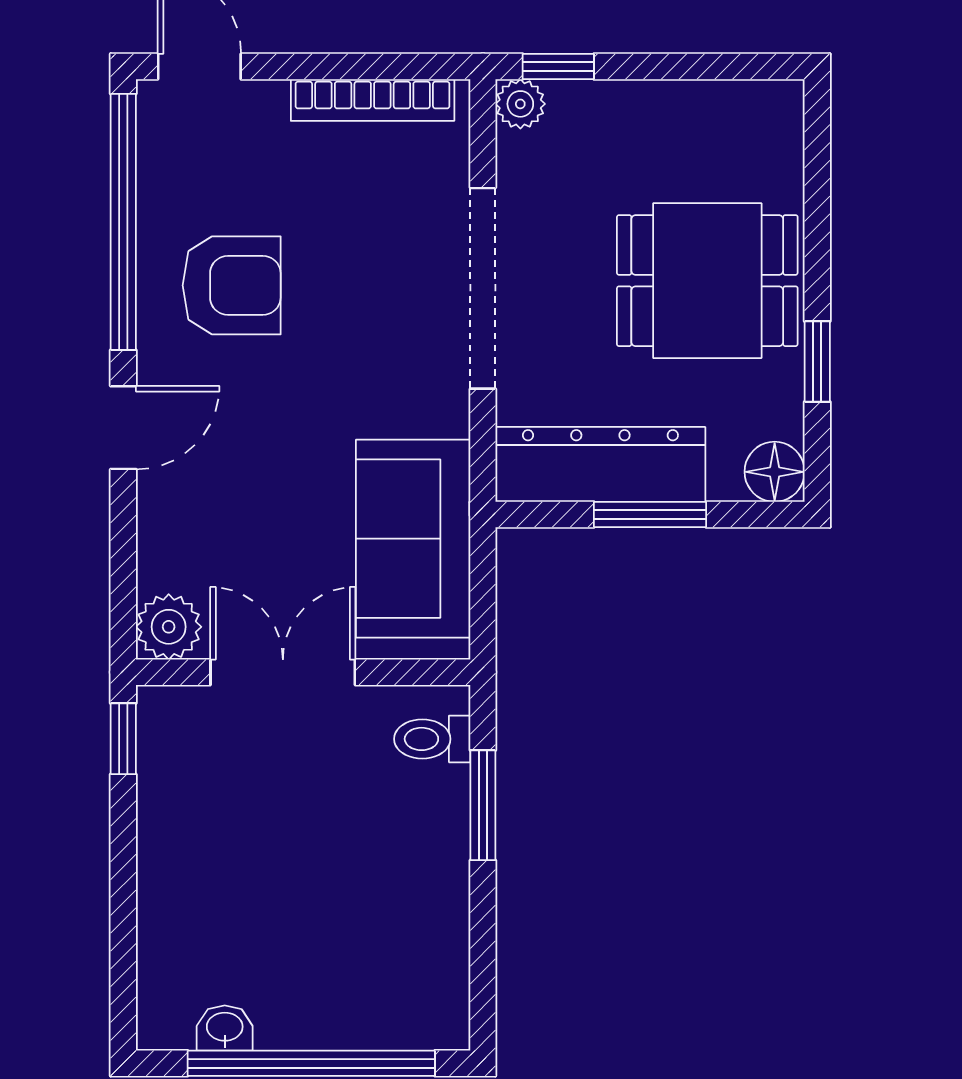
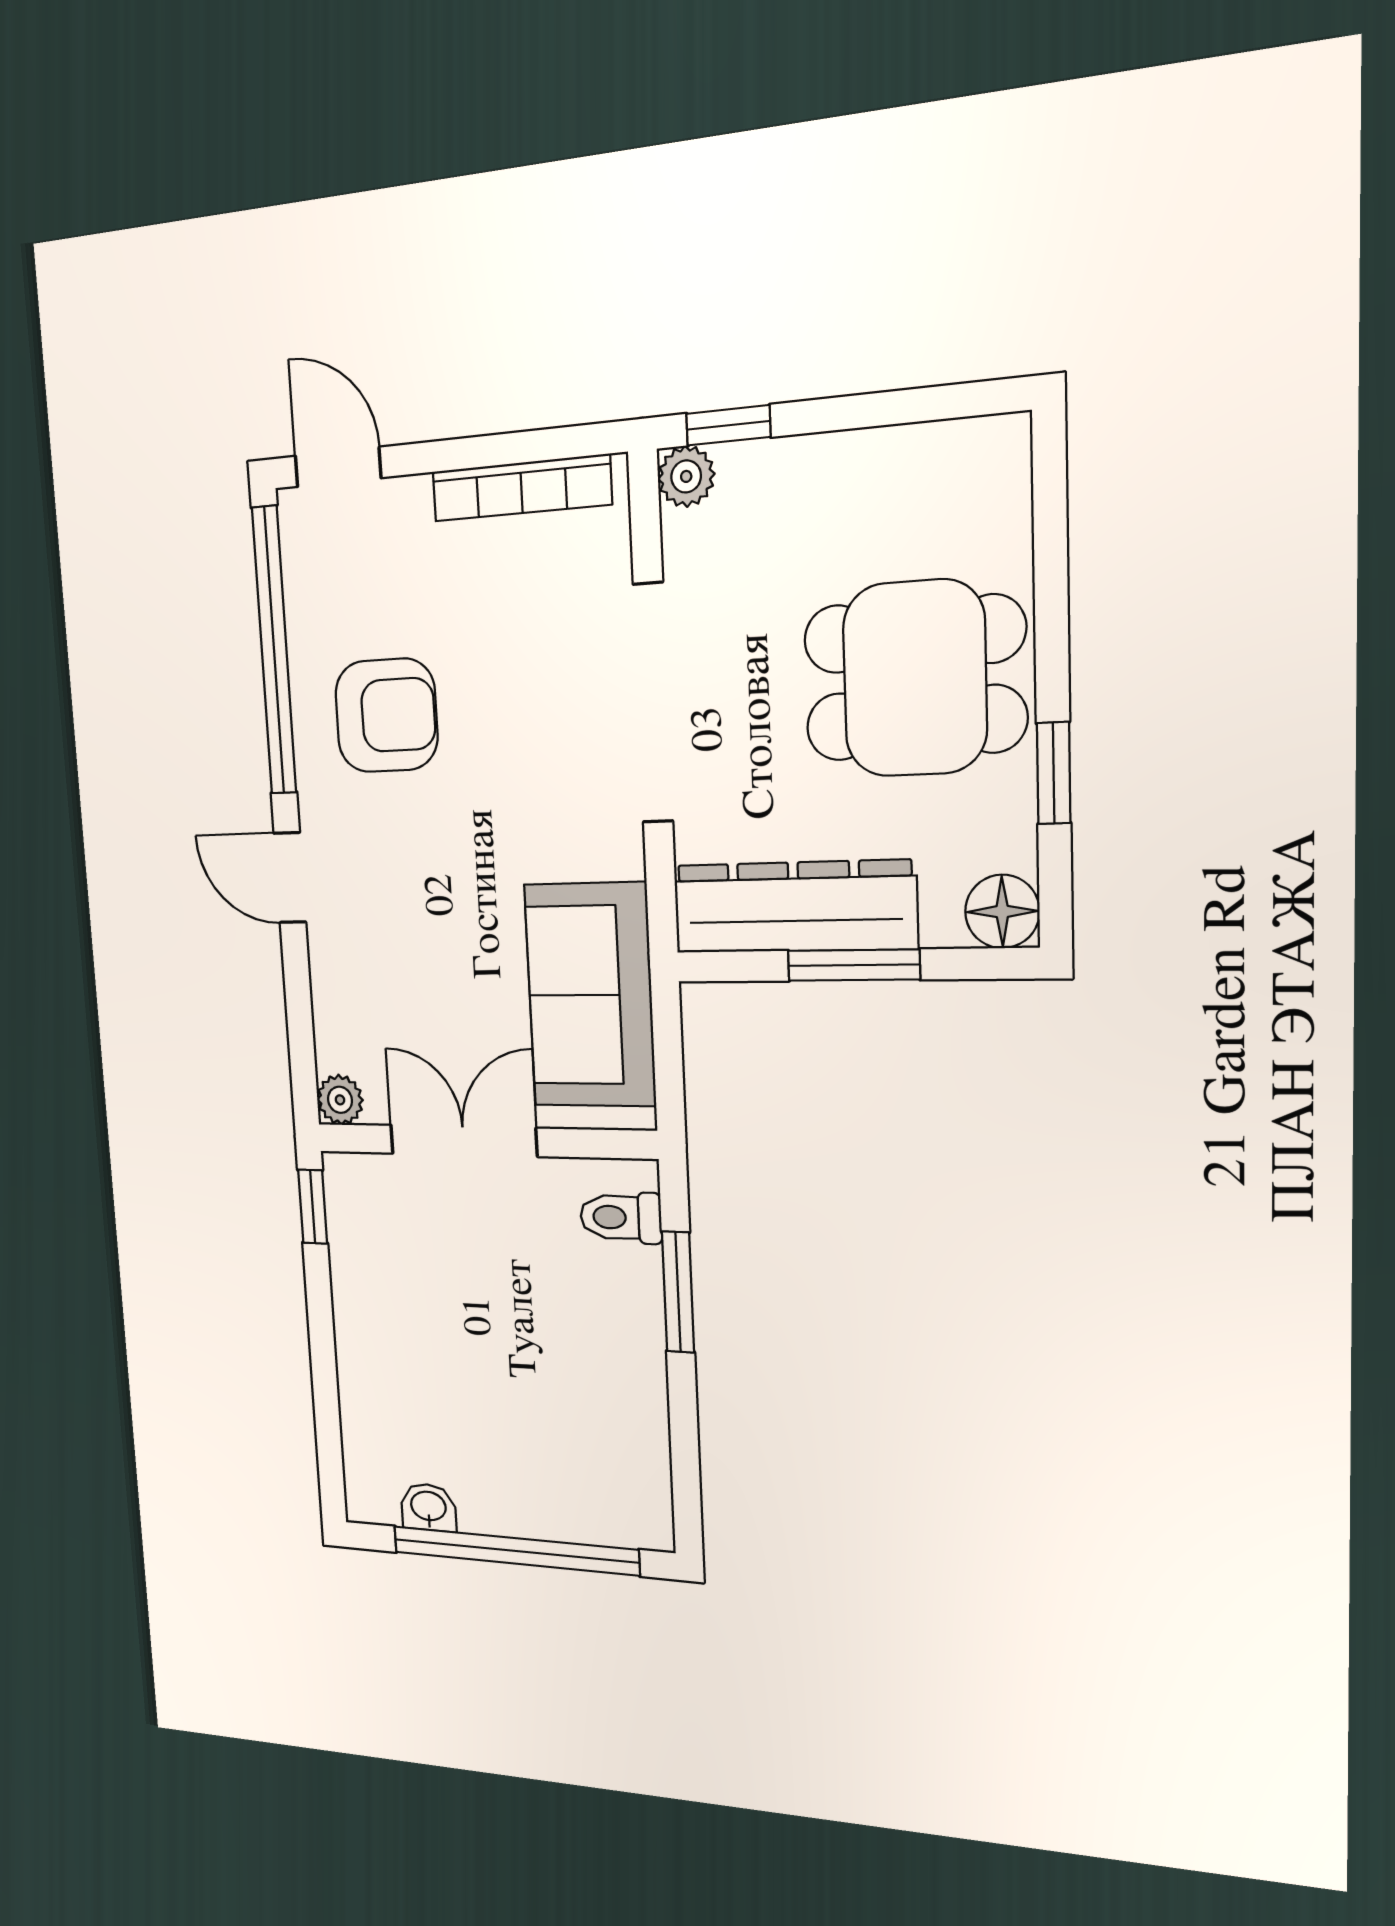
door: (123, 428) -> (290, 878), swing flipped
plant: (169, 627) -> (340, 1100), width x0.73, depth x0.73

